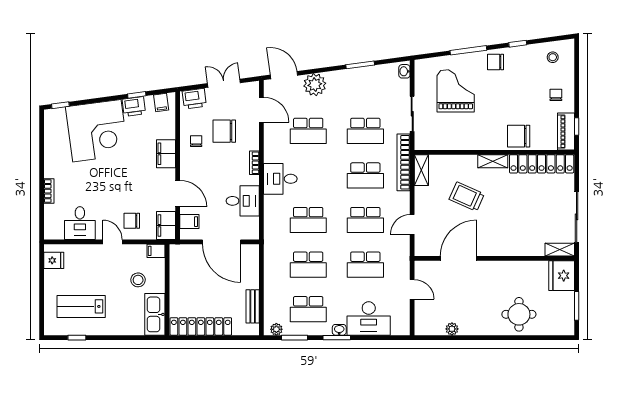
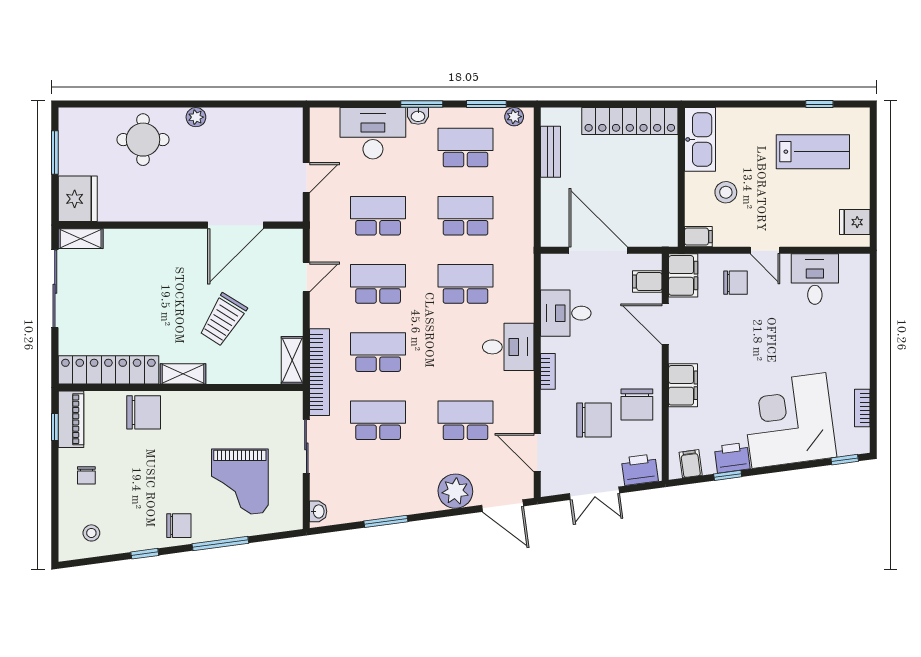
chair: (196, 141) -> (637, 404), width x1.87, depth x1.87
bookcase: (49, 191) -> (862, 408), moved
trolley: (467, 197) -> (223, 320), turned 98
door: (412, 289) -> (306, 178), swing flipped
plant: (452, 329) -> (196, 117), moved

